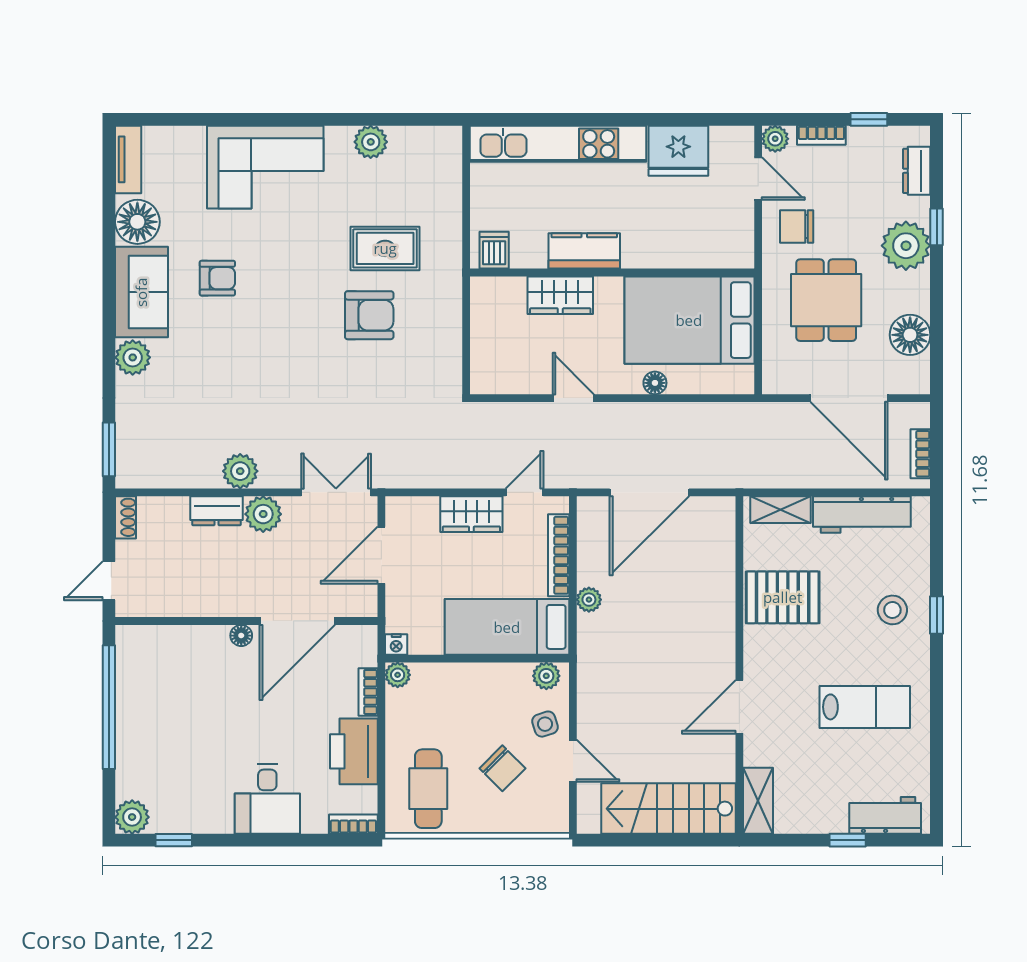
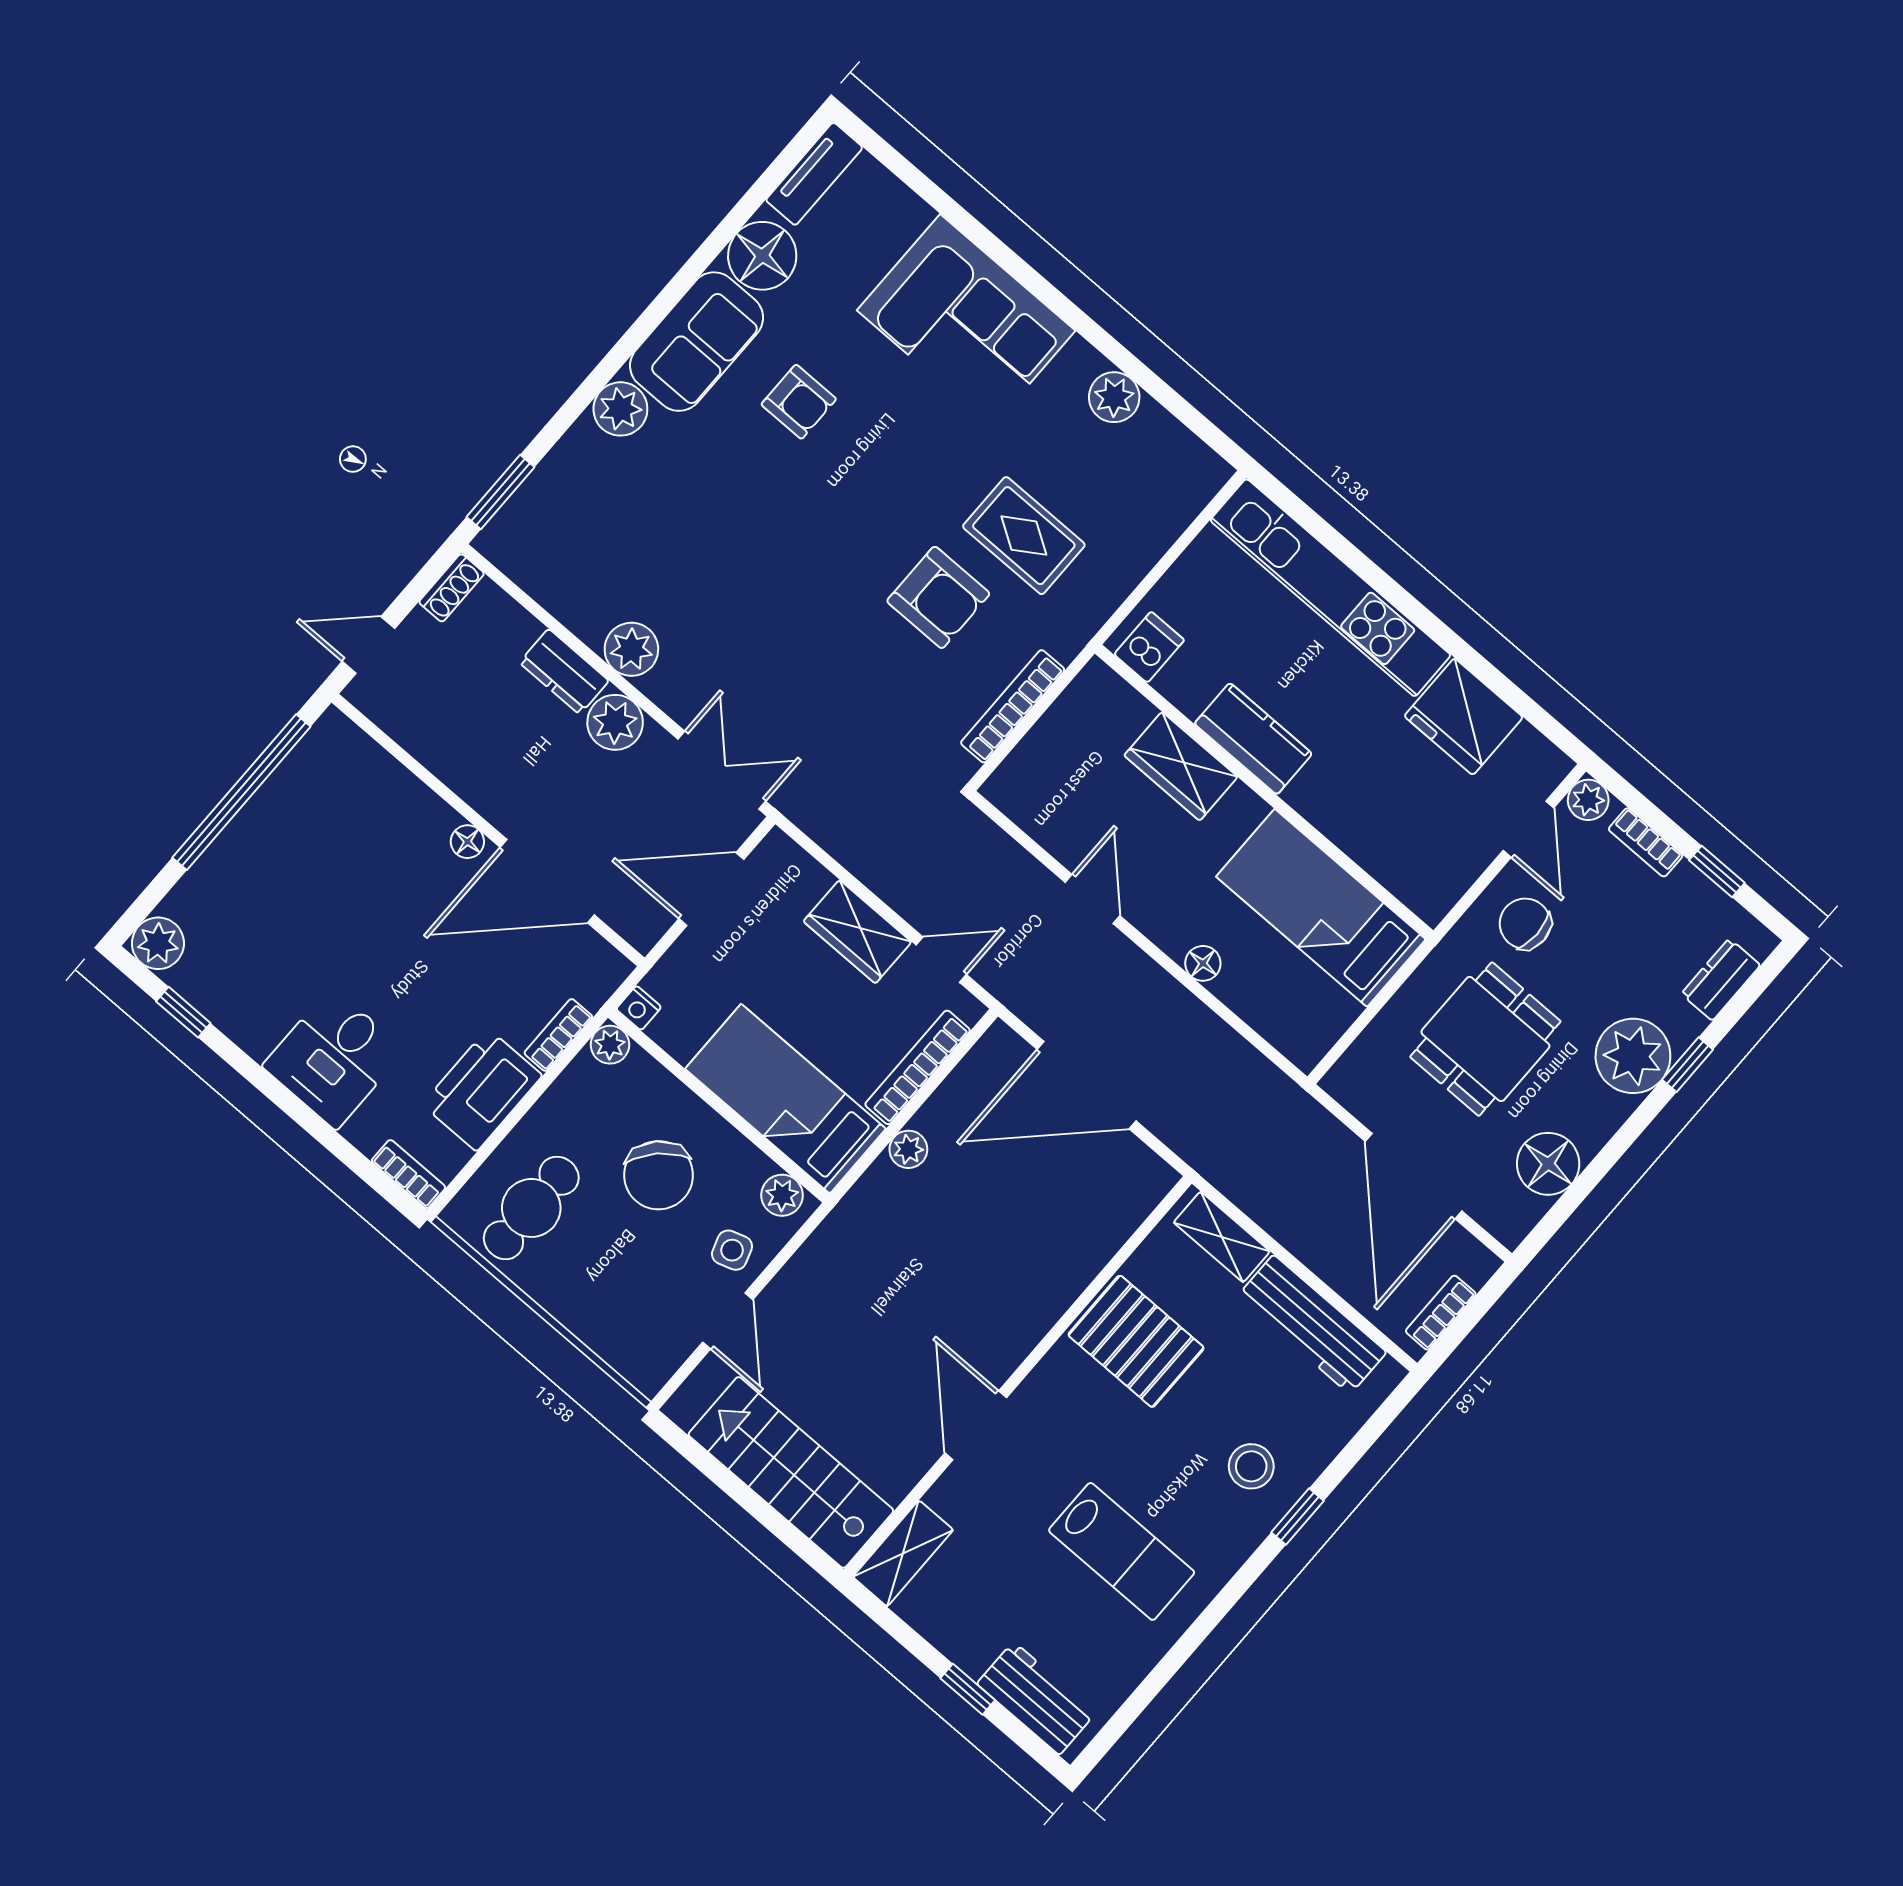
bed: (689, 320) -> (1321, 908), width x0.67
bookcase: (452, 337) -> (1013, 706), added
door: (739, 707) -> (976, 1425), hinge flipped
chair: (502, 768) -> (659, 1175), moved, width x1.37, depth x1.37

